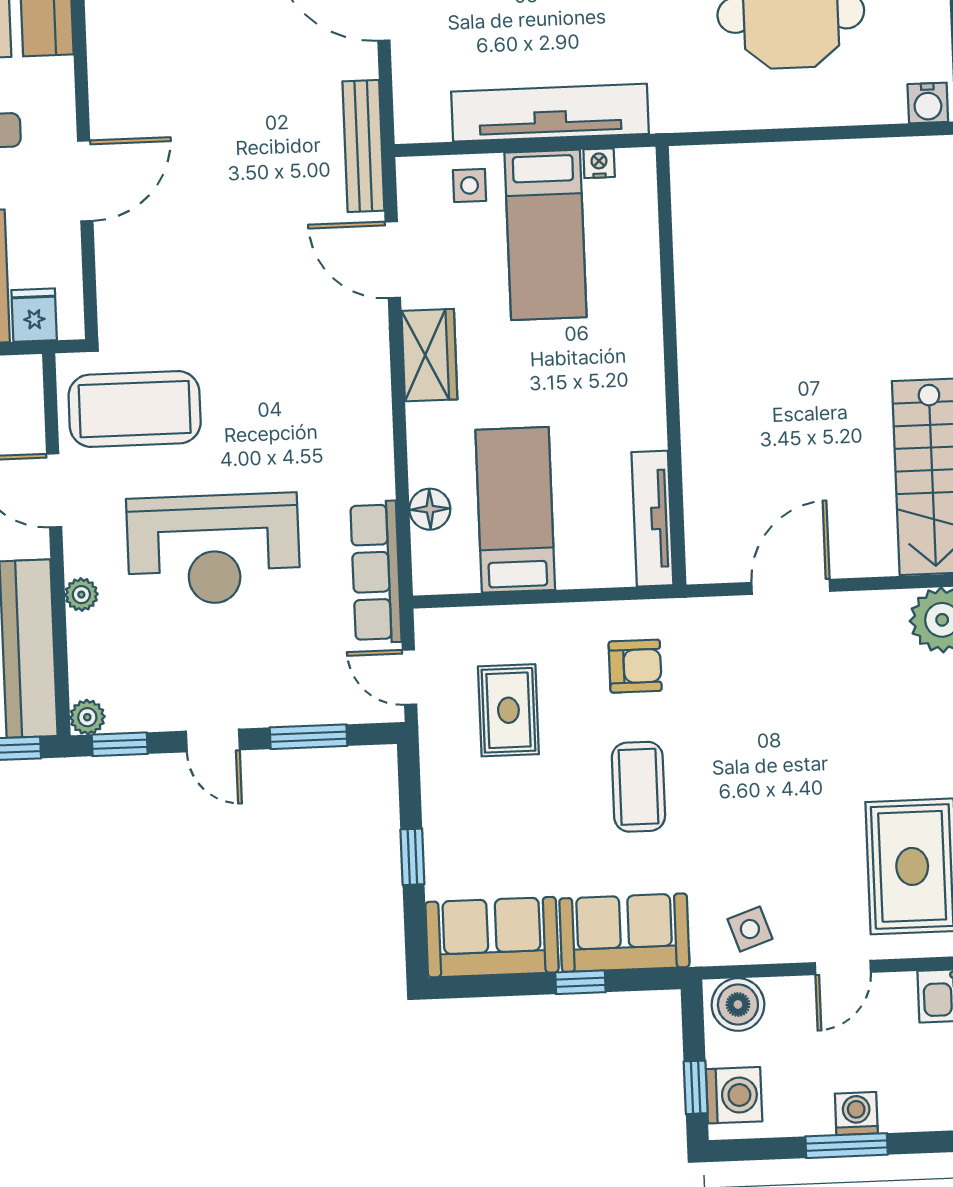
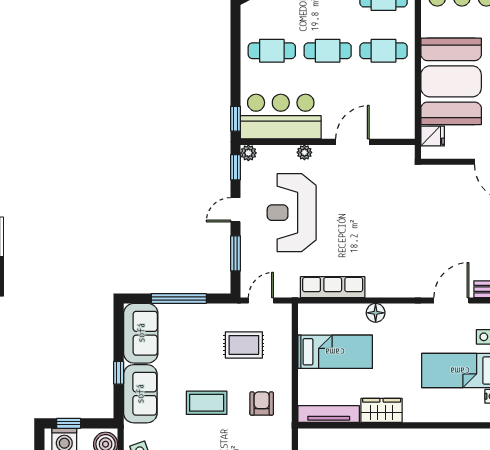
wardrobe: (429, 355) -> (382, 410), moved, turned 180
coffee table: (135, 409) -> (388, 180), removed
floor lamp: (430, 509) -> (376, 313), moved
reception desk: (213, 549) -> (292, 213), moved
row of seats: (376, 572) -> (333, 287), moved
armchair: (635, 666) -> (262, 404), turned 180
window: (412, 857) -> (179, 299), width x2.17

